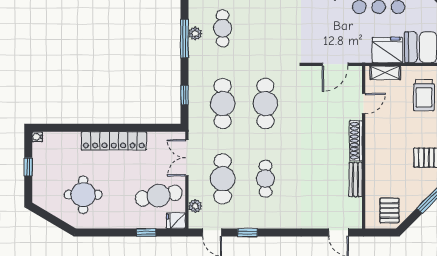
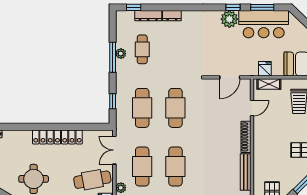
fridge: (387, 50) -> (265, 69), width x0.53, depth x0.75
cafe table: (265, 179) -> (175, 166), width x1.37, depth x1.35
bench: (356, 180) -> (246, 172), width x1.36

